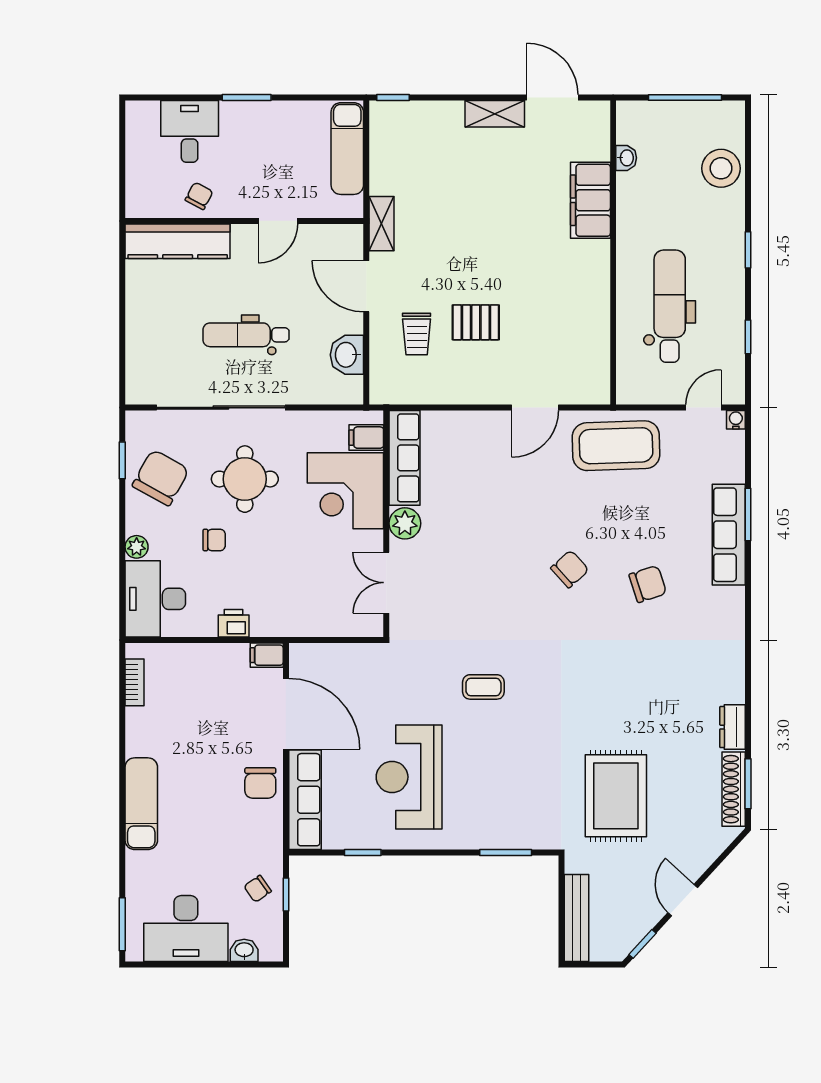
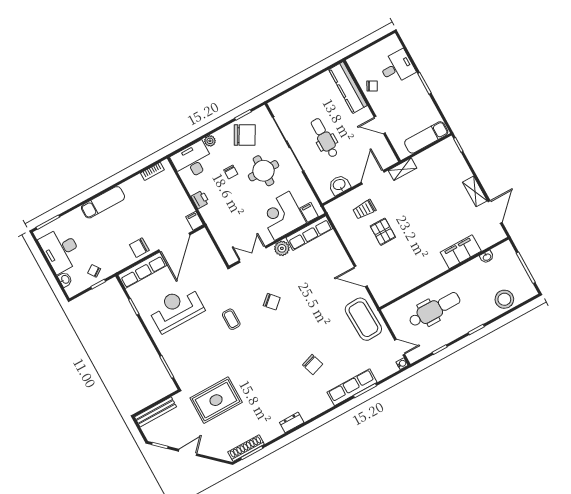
chair: (570, 569) -> (272, 302), moved
dresser: (733, 727) -> (292, 422), moved

